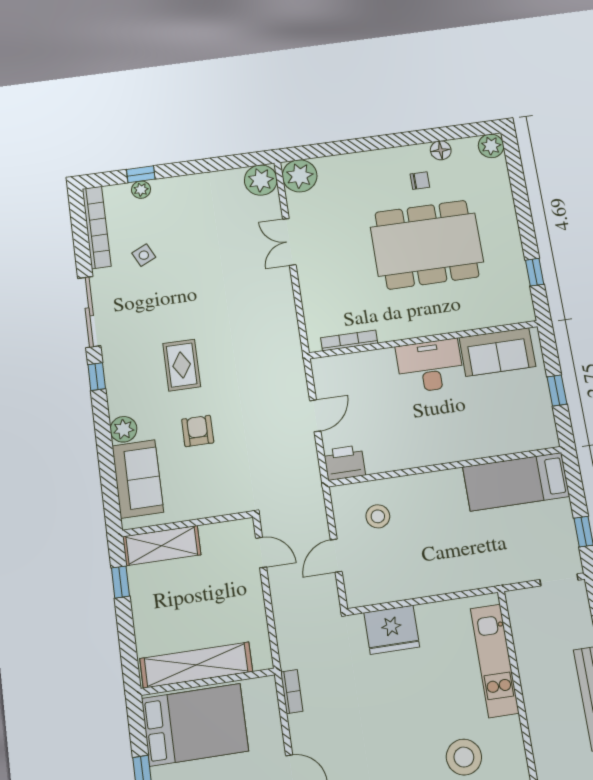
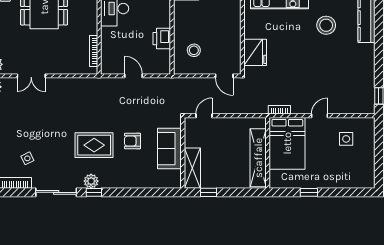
rug: (182, 365) -> (94, 145), width x1.36, depth x1.43
plant: (124, 429) -> (91, 181), moved
printer: (344, 463) -> (162, 39), moved
sofa: (138, 479) -> (169, 149), moved, turned -90
door: (336, 556) -> (224, 76), moved
bed: (195, 725) -> (287, 143), moved, turned 180

